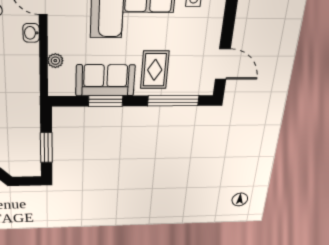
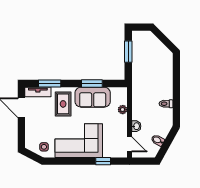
tv unit: (193, 88) -> (38, 92), added
window: (173, 101) -> (50, 84), width x0.69

